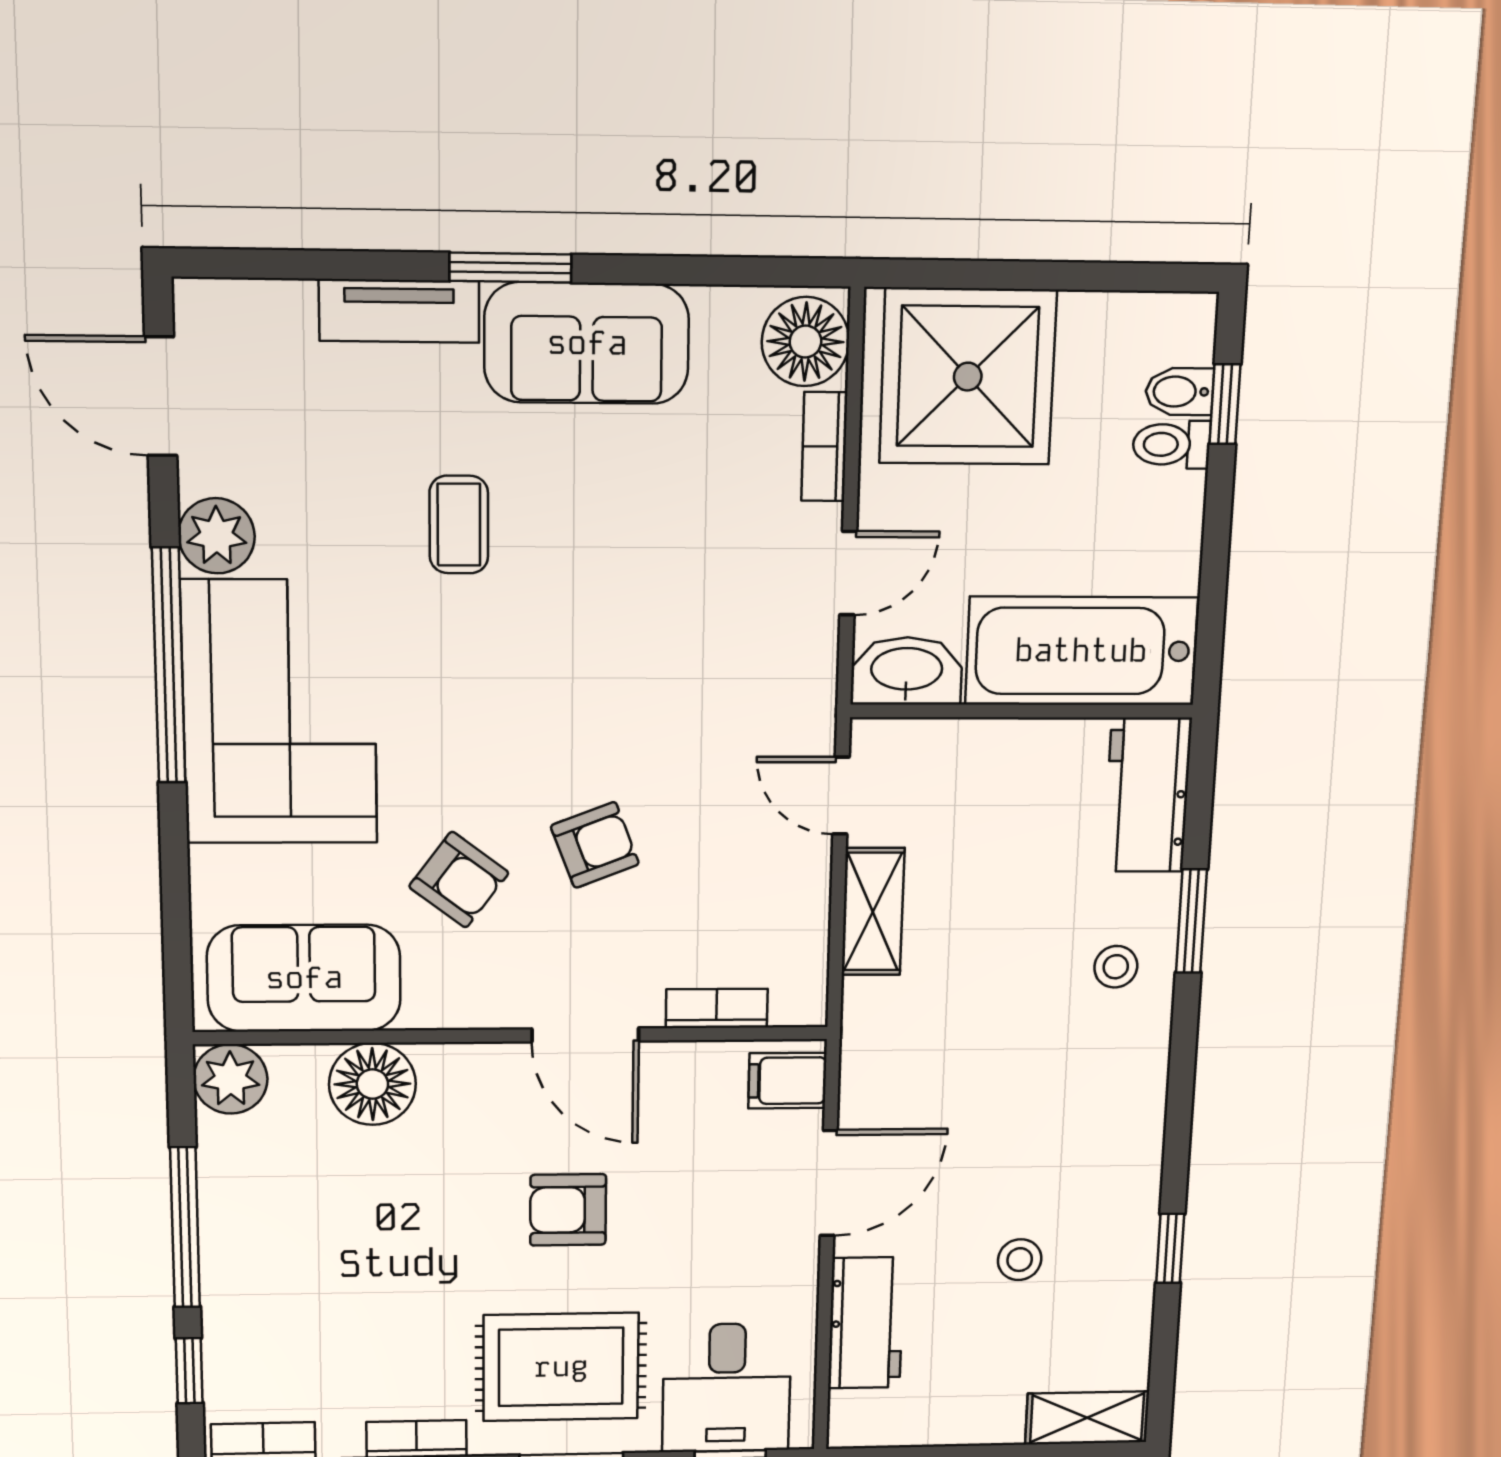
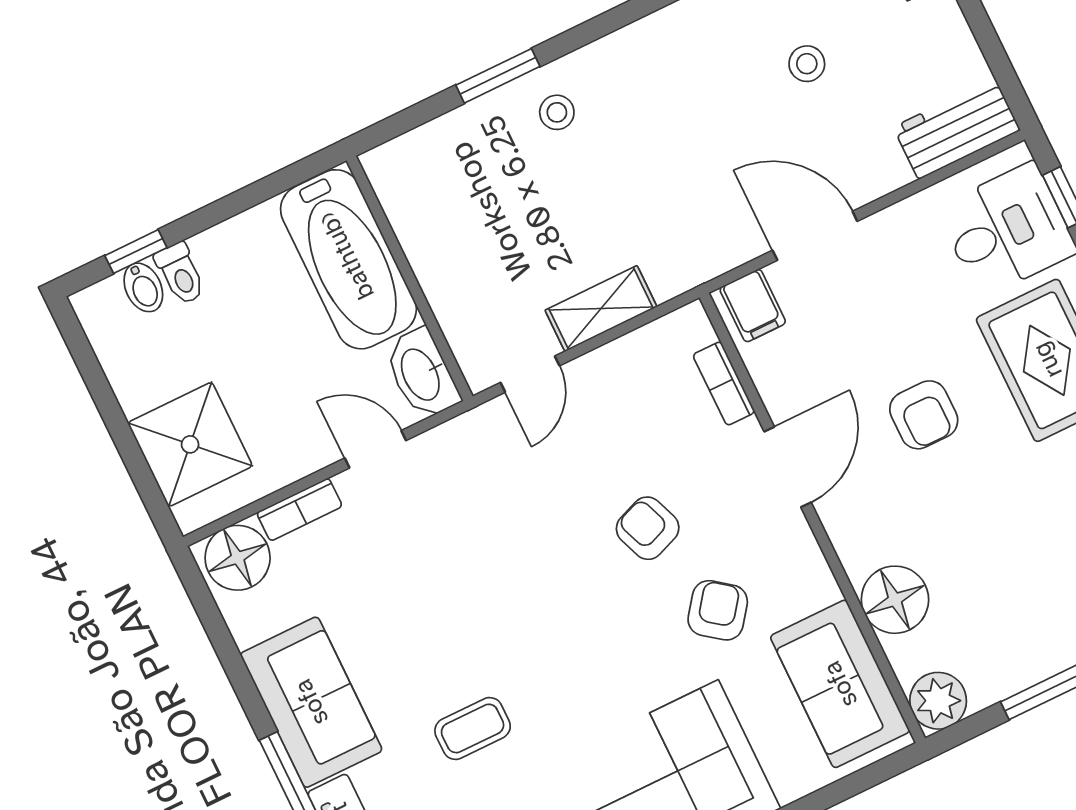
shower: (968, 377) -> (190, 444), width x0.73, depth x0.73
workbench: (1147, 795) -> (425, 158), removed
workbench: (866, 1323) -> (957, 129), moved

